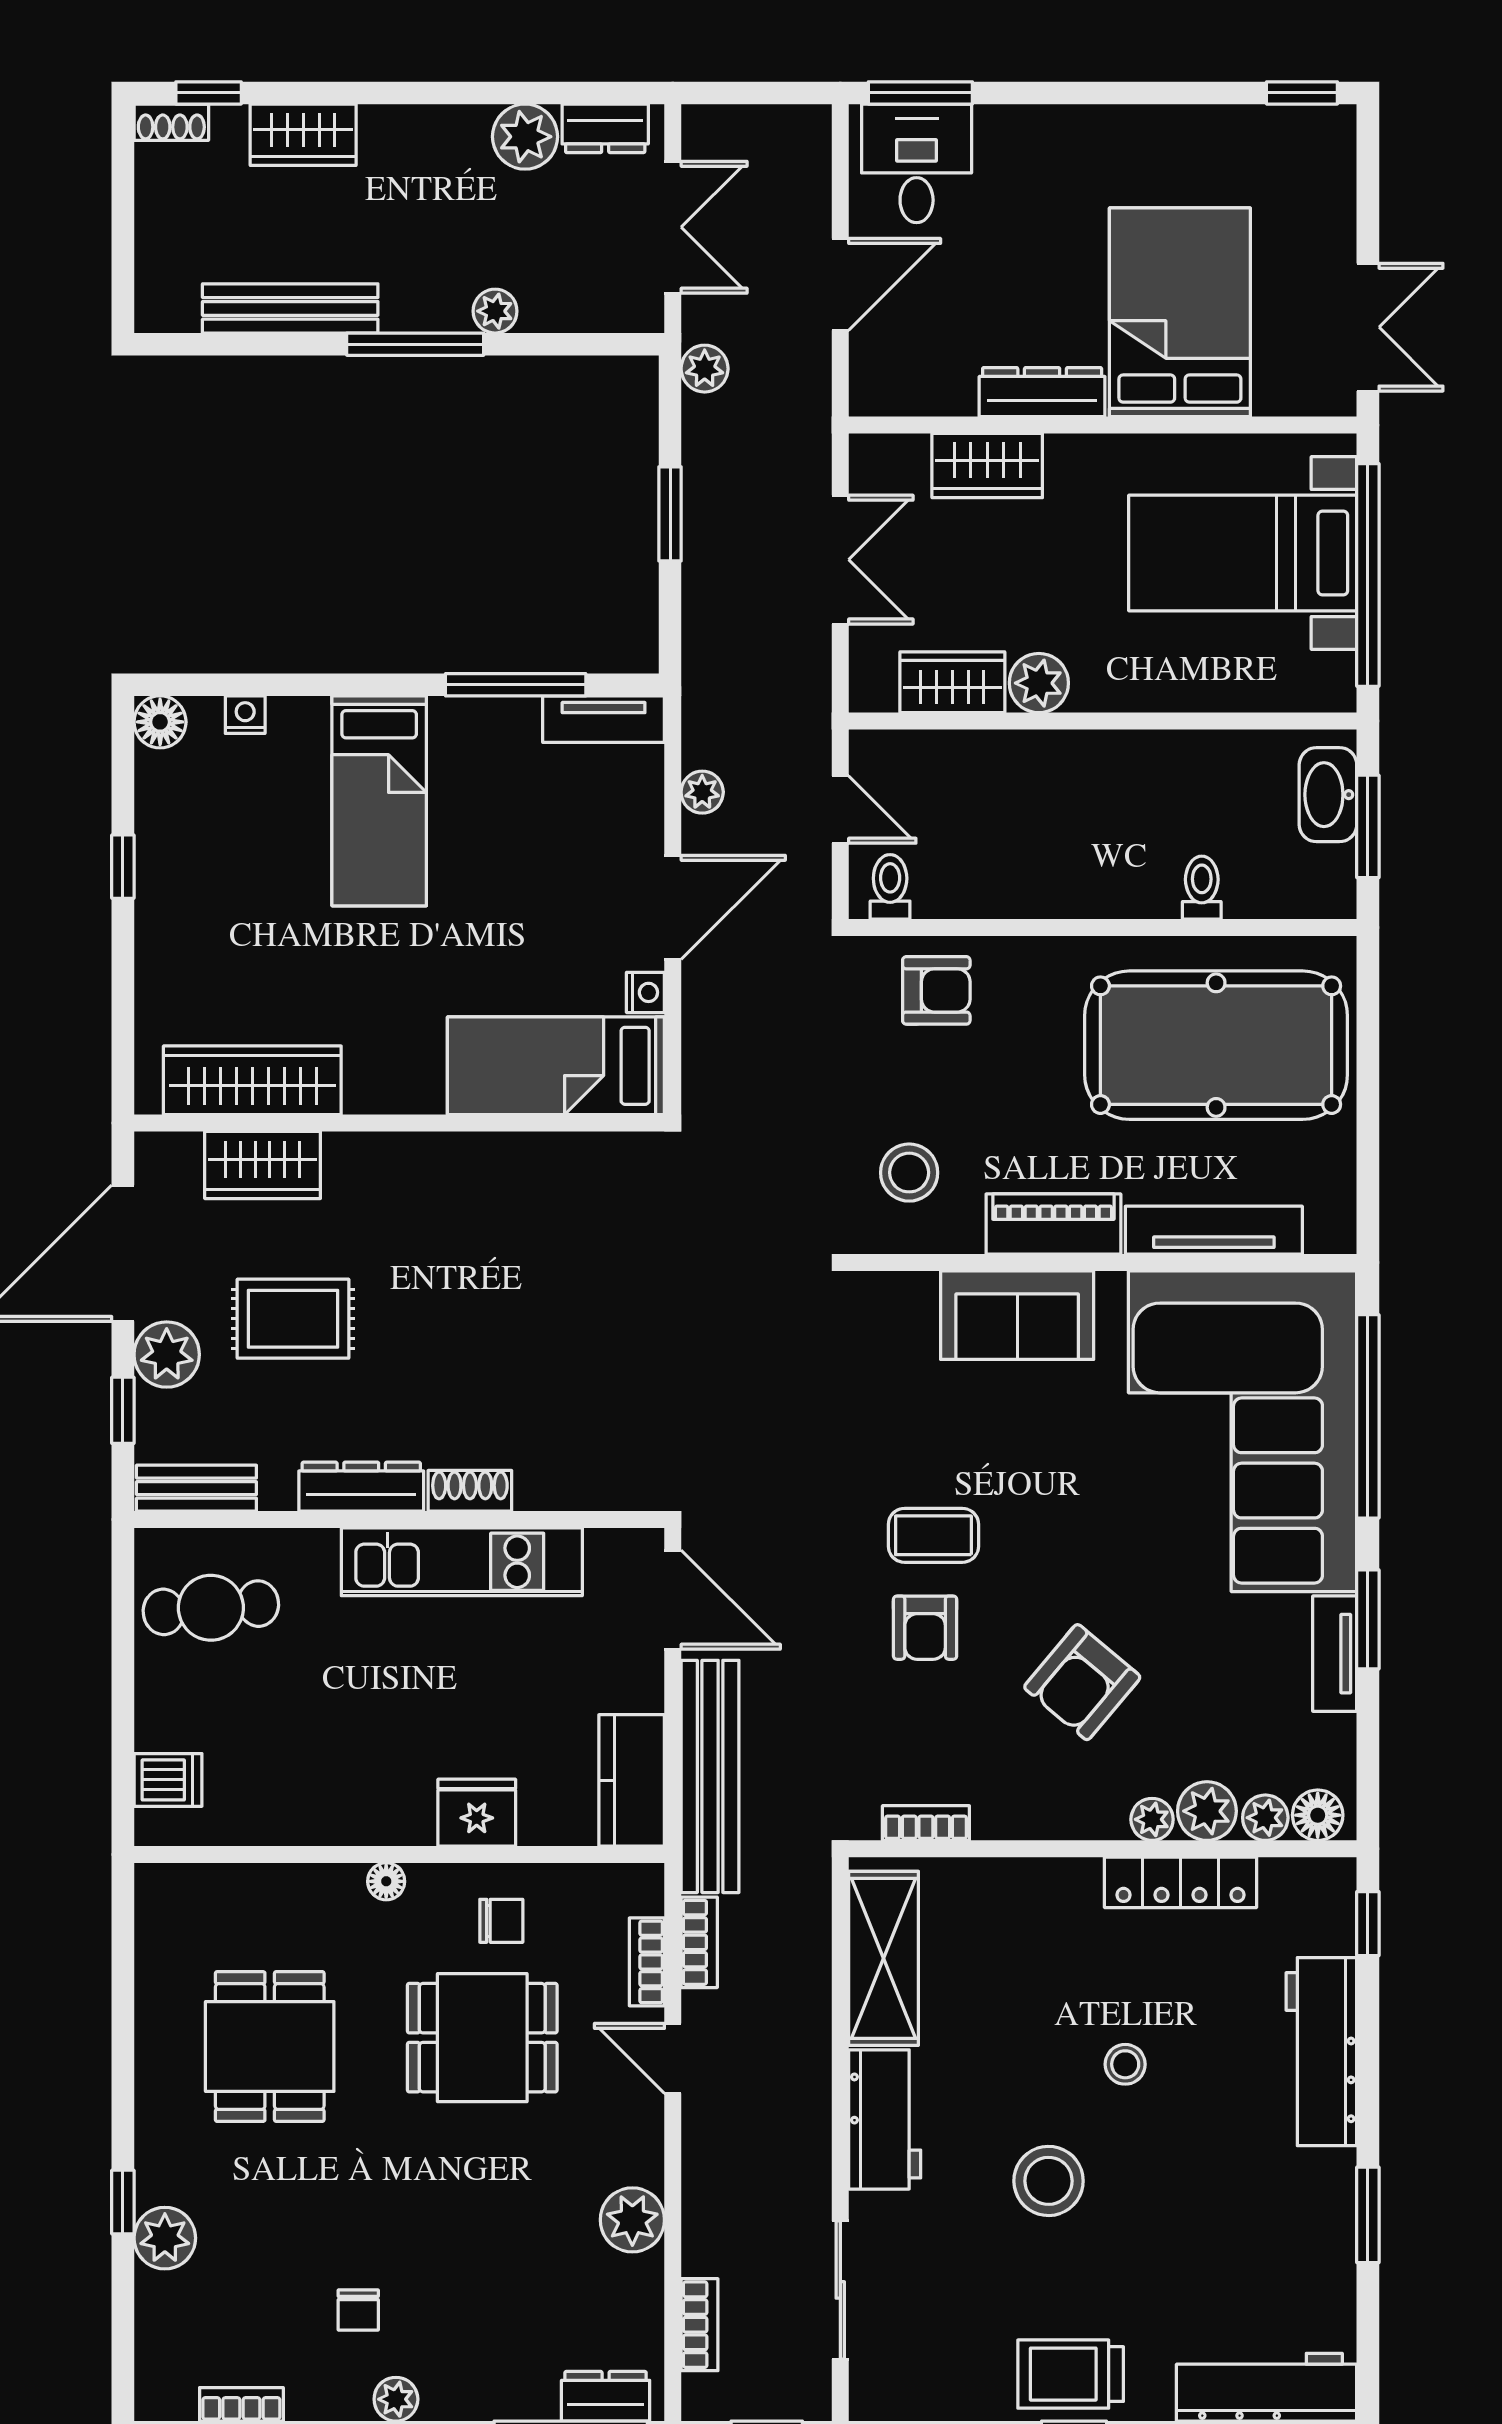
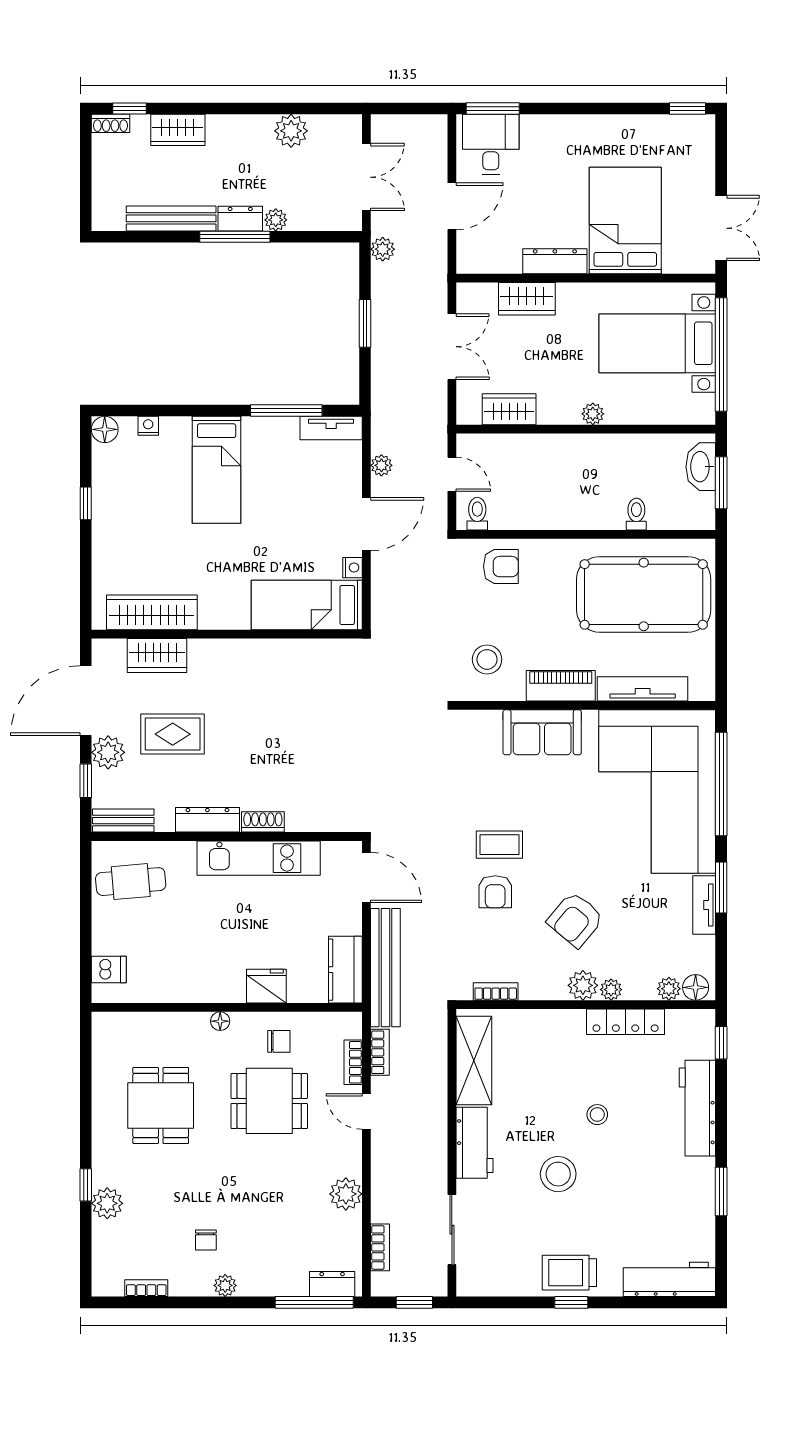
dresser: (605, 128) -> (240, 219), moved, turned 180
plant: (1039, 683) -> (593, 414), moved, width x0.73, depth x0.73
plant: (1207, 1811) -> (583, 985), moved

